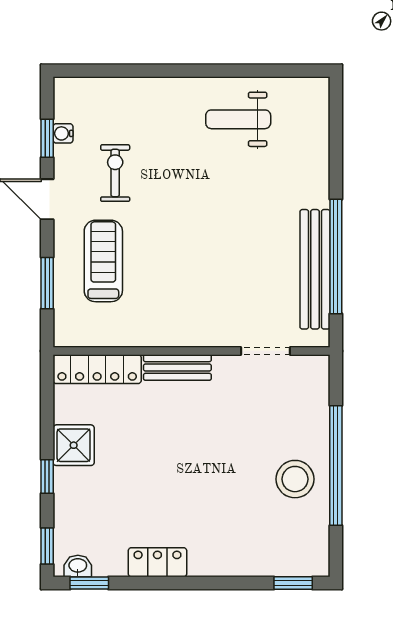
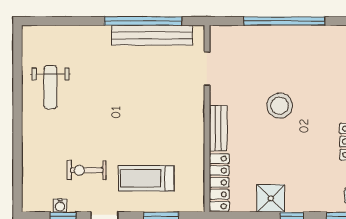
stool: (295, 479) -> (280, 106), moved

